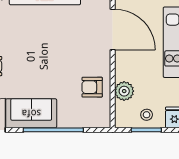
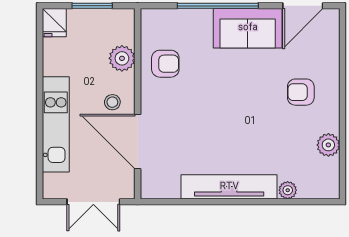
stool: (147, 115) -> (112, 102), moved

